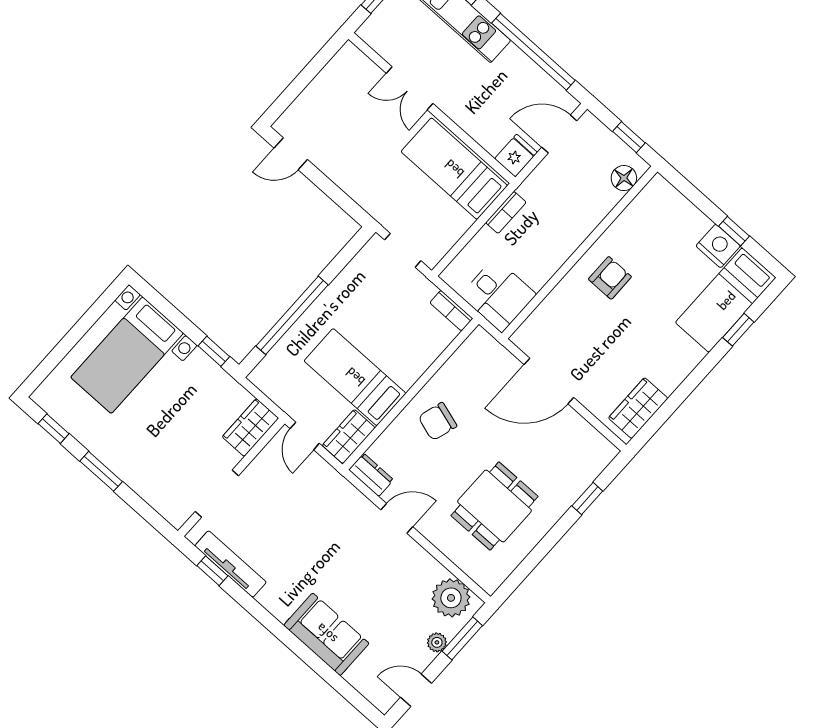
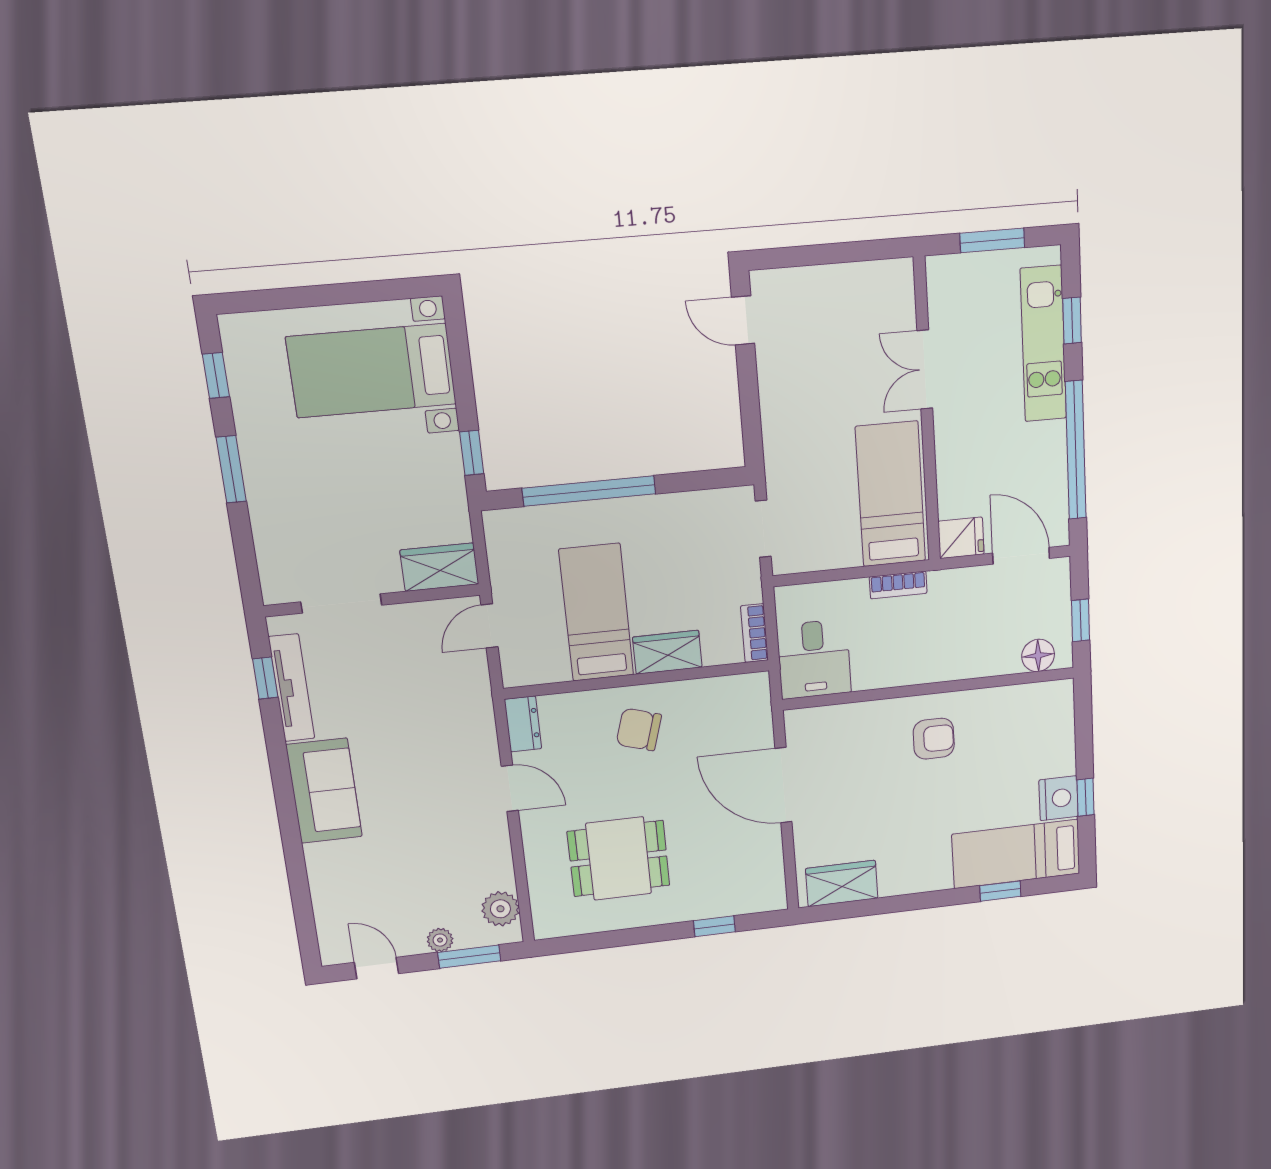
wardrobe: (349, 437) -> (667, 652), moved
plant: (451, 598) -> (500, 909), width x0.73, depth x0.73
sofa: (326, 634) -> (324, 791), moved

